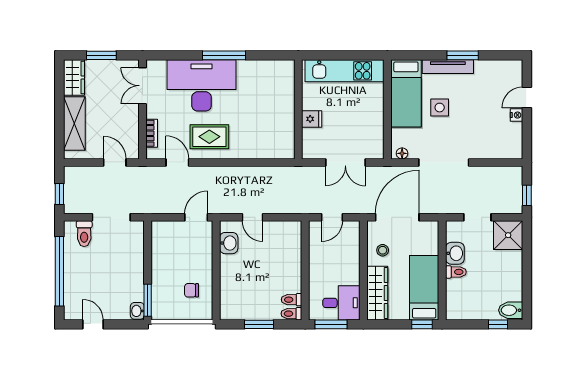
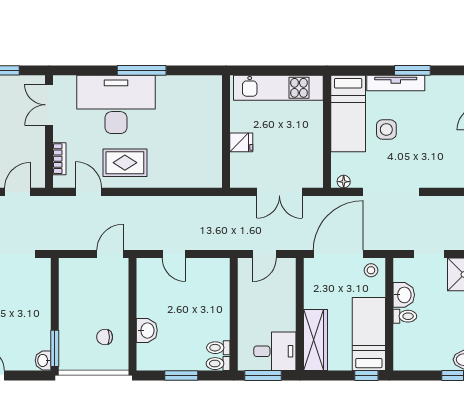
door: (115, 162) -> (18, 192), hinge flipped
washbasin: (229, 243) -> (147, 330), moved
stool: (383, 250) -> (371, 270), moved

